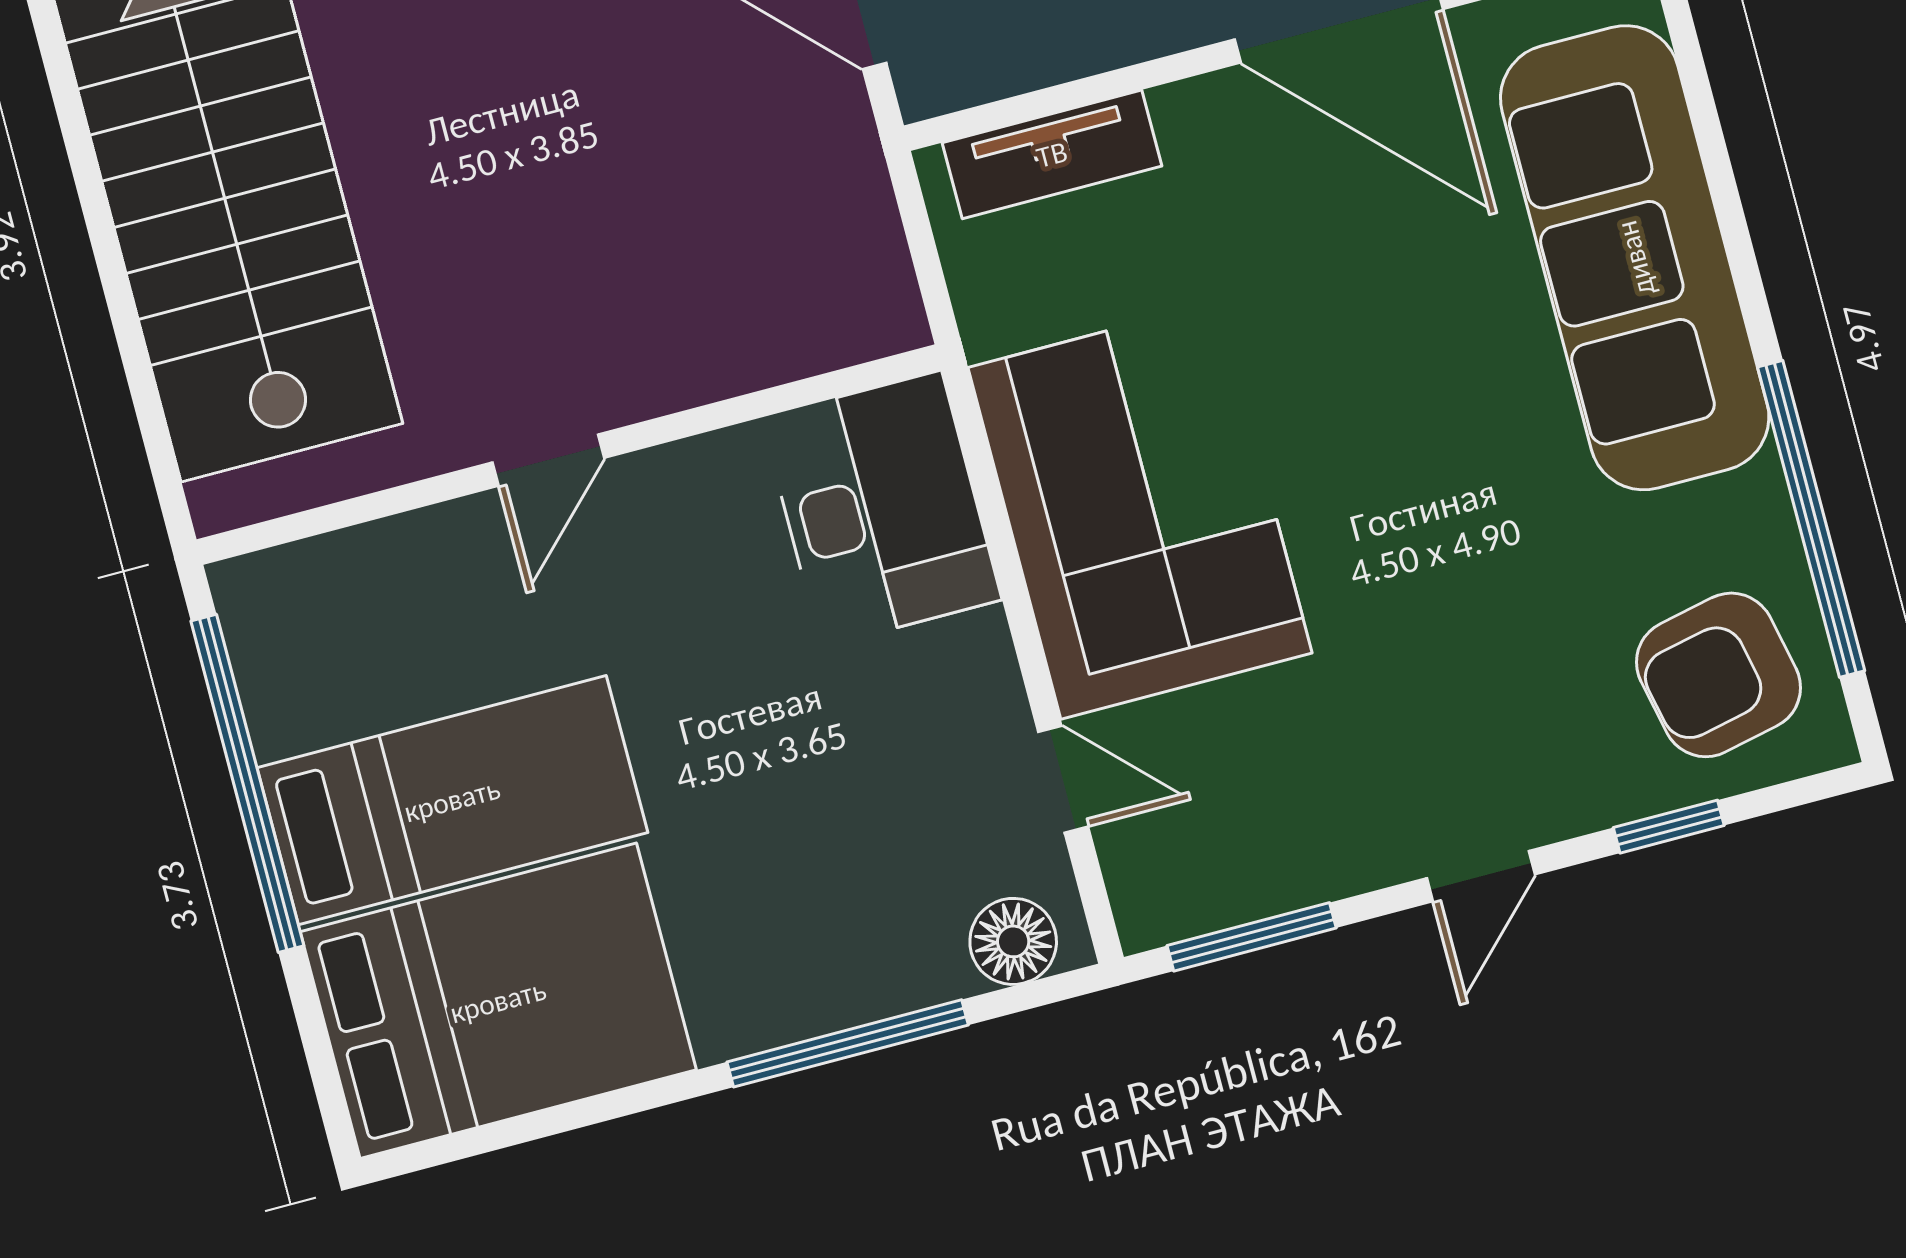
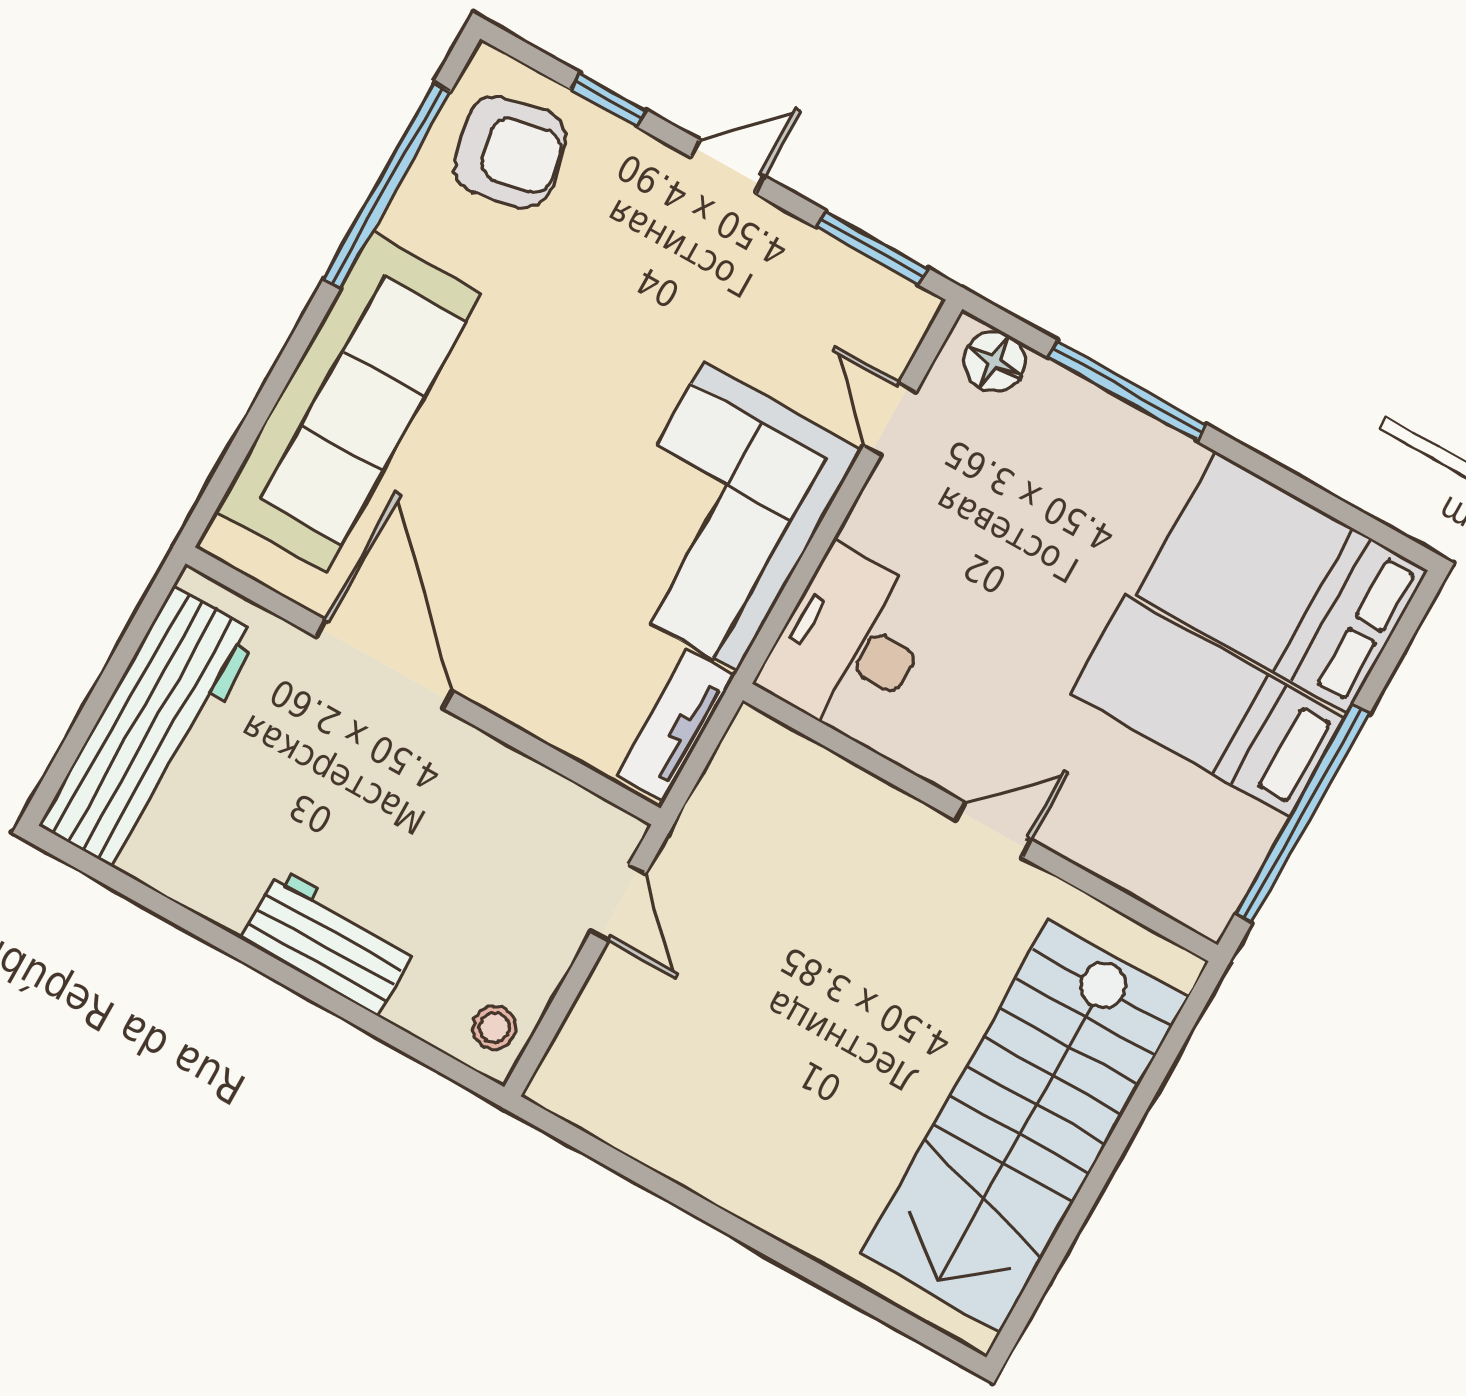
tv unit: (1052, 154) -> (675, 726), moved, turned -90

